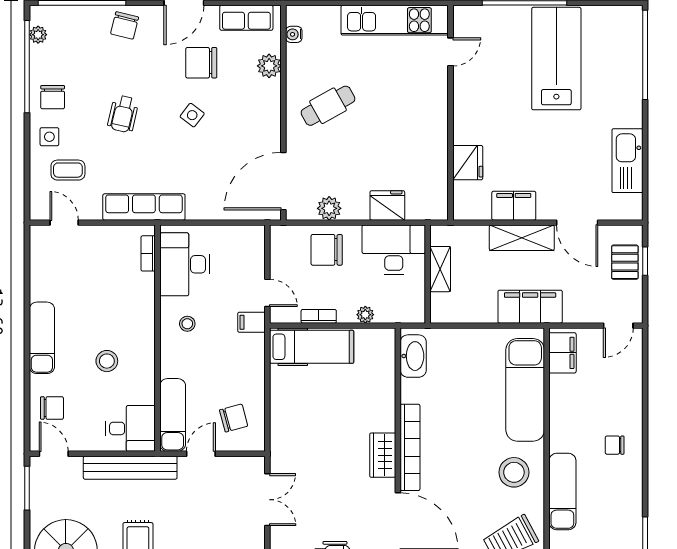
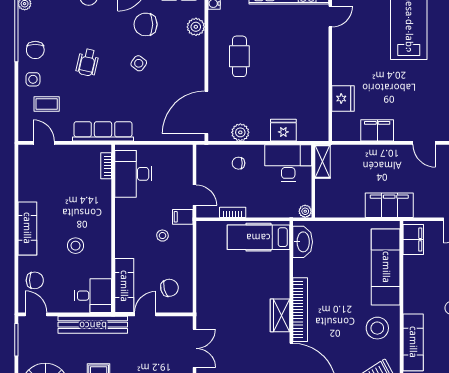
cafe table: (328, 106) -> (239, 56), turned -61
door: (577, 223) -> (424, 143), width x0.73
shelving: (522, 238) -> (383, 154), removed
chair: (327, 250) -> (238, 163), width x0.54, depth x0.54
shelving: (440, 269) -> (323, 162), moved
plant: (365, 315) -> (305, 211), moved
stool: (187, 324) -> (162, 236), moved
hospital bed: (312, 347) -> (258, 237), moved, turned 180

